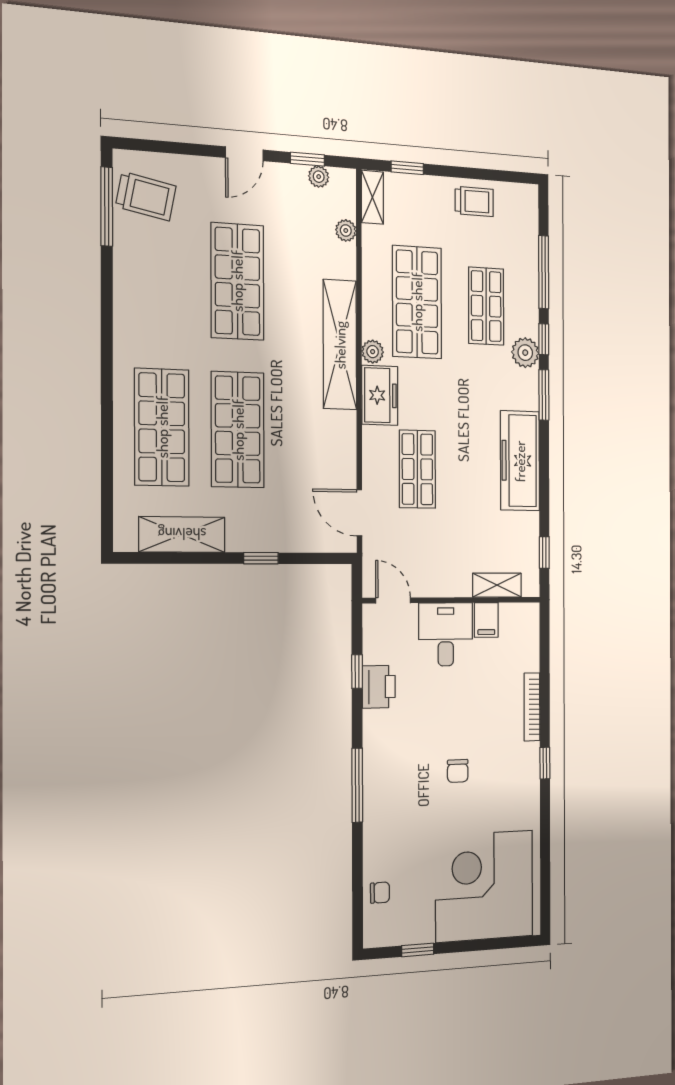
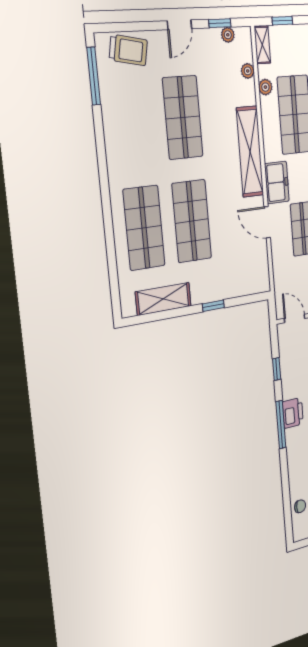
trolley: (146, 196) -> (128, 50), moved
plant: (373, 352) -> (265, 87), moved
door: (359, 513) -> (267, 222), moved
printer: (379, 687) -> (293, 413), moved
window: (357, 785) -> (281, 425), moved

